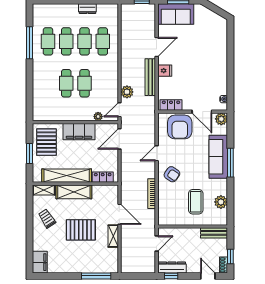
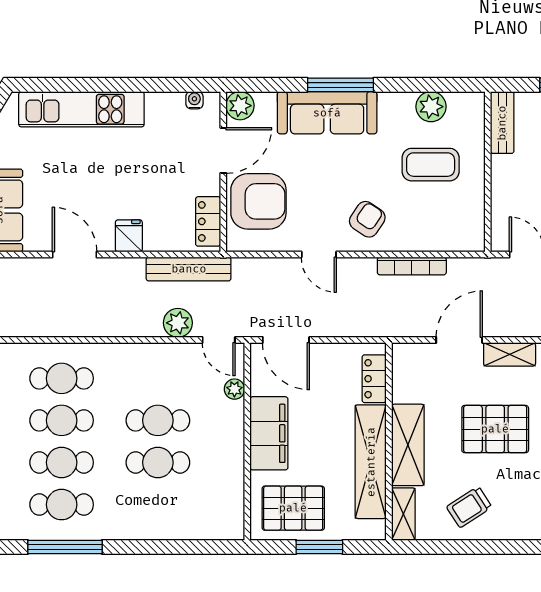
kitchen unit: (220, 50) -> (81, 109), added
bench: (150, 77) -> (189, 269), moved
pallet: (81, 230) -> (495, 429), turned 90

